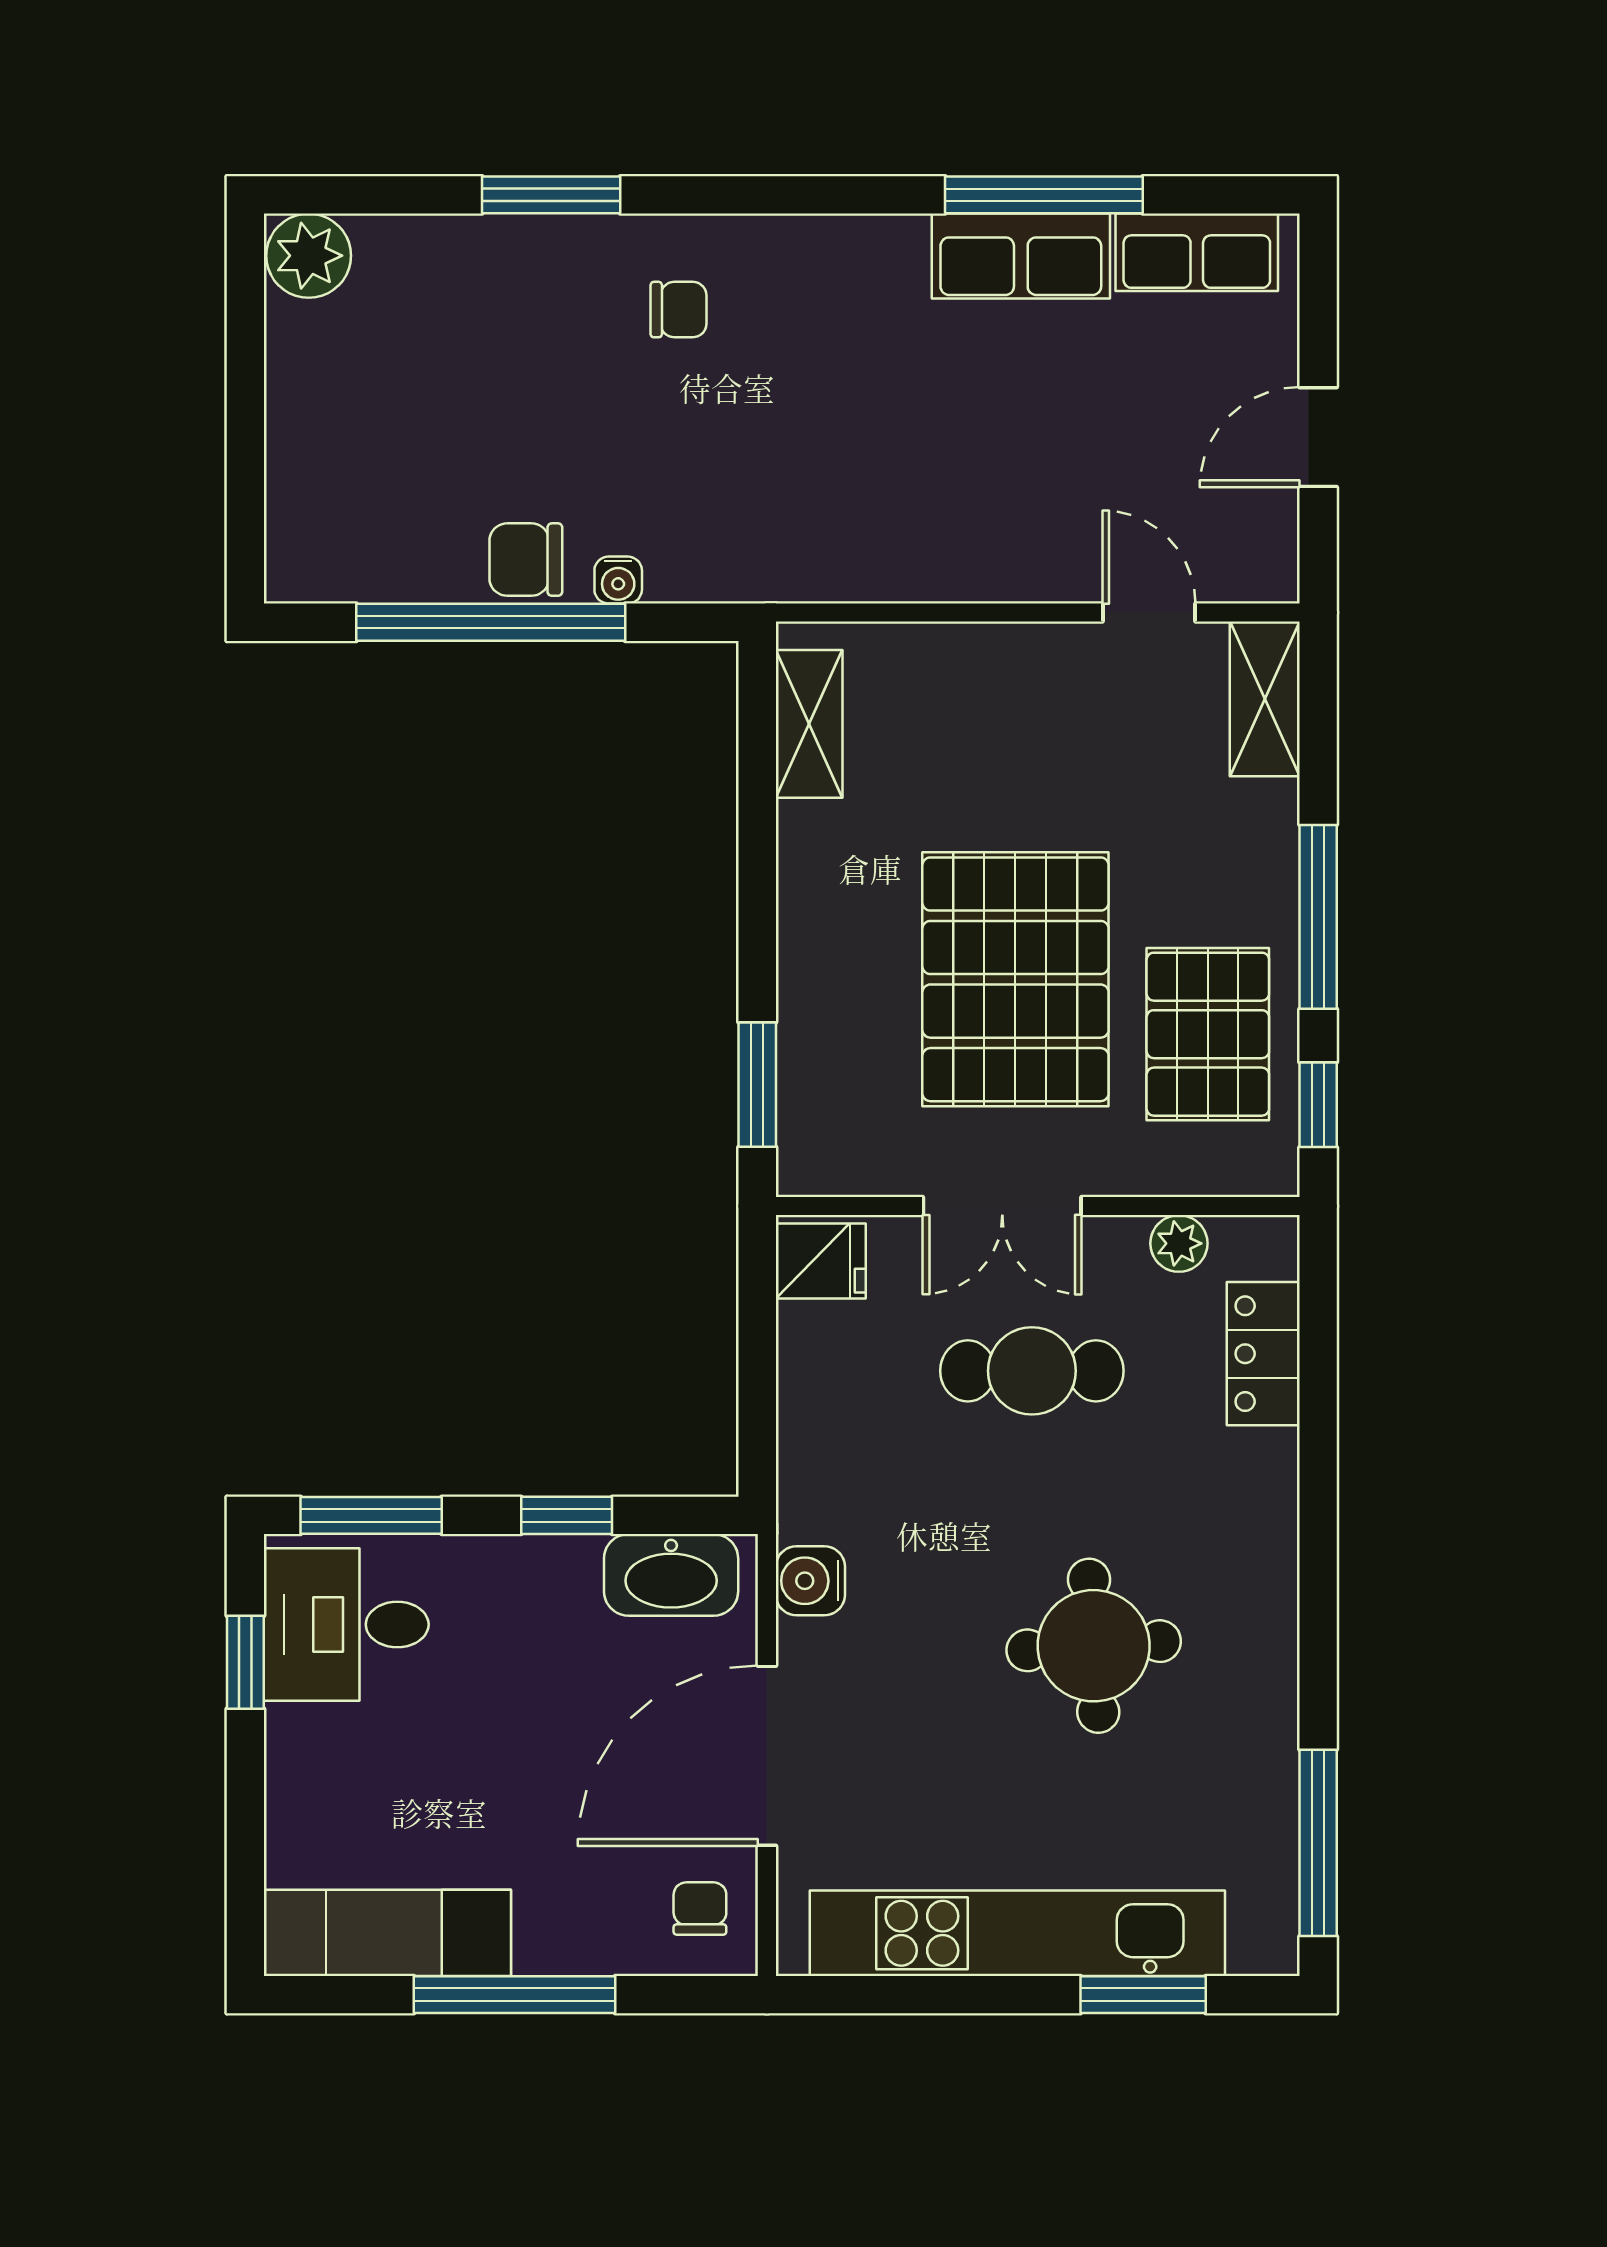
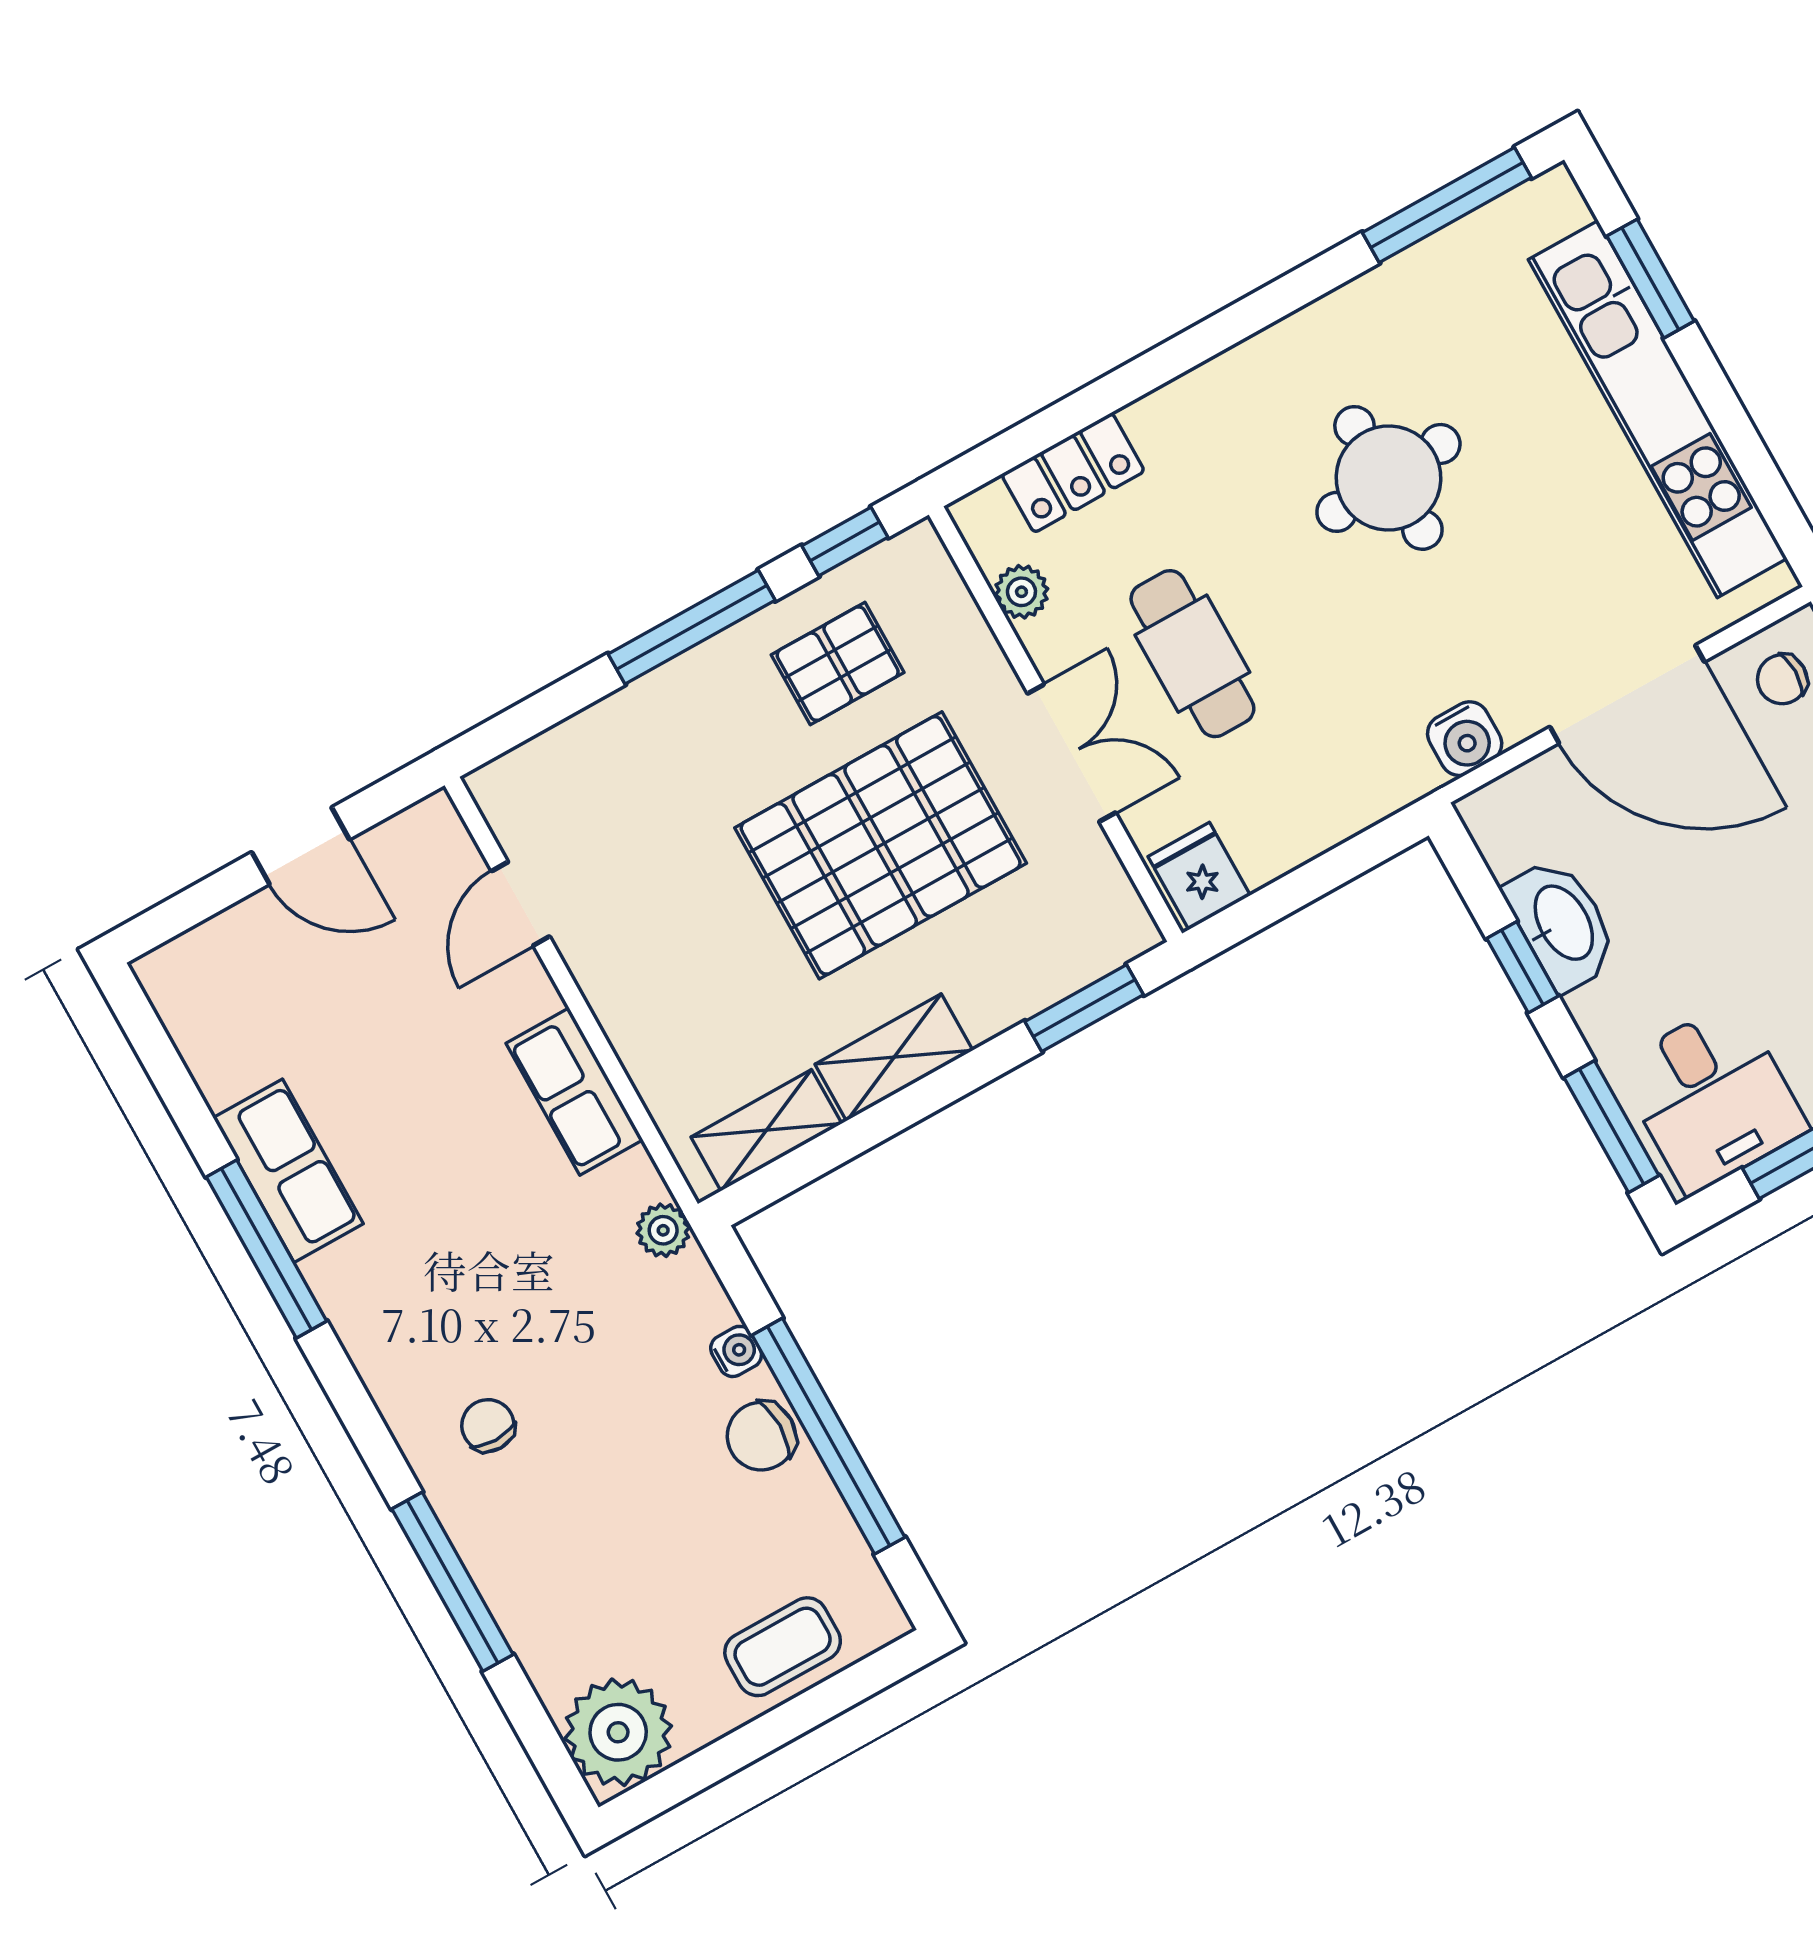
window: (551, 195) -> (452, 1582), width x1.44
window: (1044, 195) -> (267, 1249), moved
row of seats: (1197, 252) -> (574, 1092), moved, turned 180
plant: (309, 256) -> (618, 1732), width x1.36, depth x1.36
coffee table: (318, 469) -> (783, 1647), added
chair: (526, 560) -> (761, 1436), turned 90
plant: (769, 575) -> (663, 1230), added
shelving: (1265, 699) -> (894, 1057), moved
pallet: (1208, 1034) -> (838, 664), width x0.67, depth x0.71
washbasin: (671, 1575) -> (1562, 924), moved

